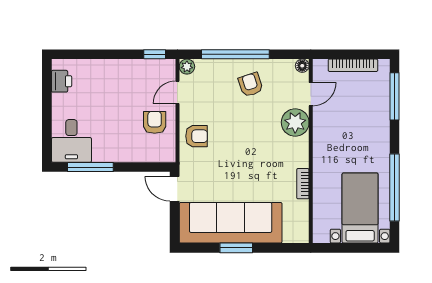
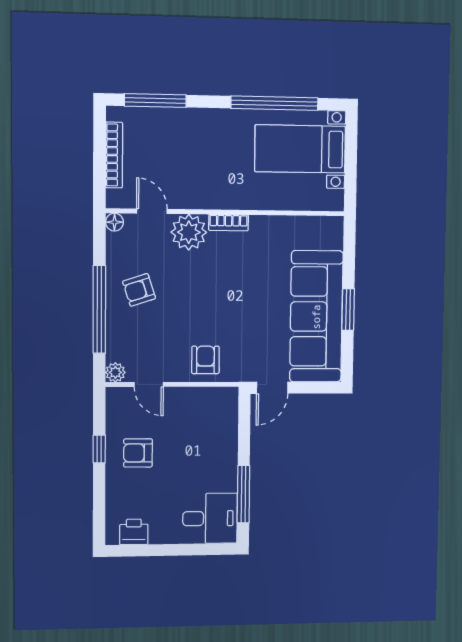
window: (155, 54) -> (99, 449), moved
armchair: (155, 122) -> (138, 453), moved
bookcase: (303, 184) -> (229, 223), moved

